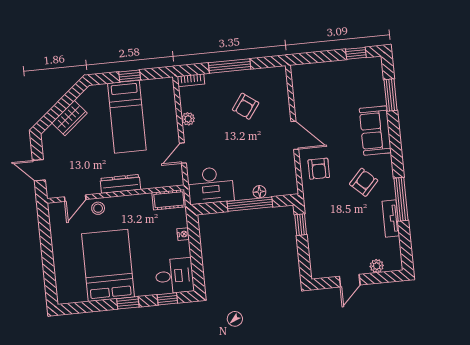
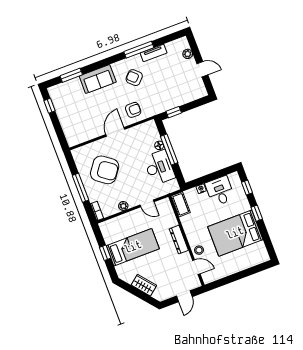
armchair: (246, 106) -> (105, 170), width x1.88, depth x1.88
desk: (210, 185) -> (159, 167), moved
desk: (174, 276) -> (220, 191), moved

